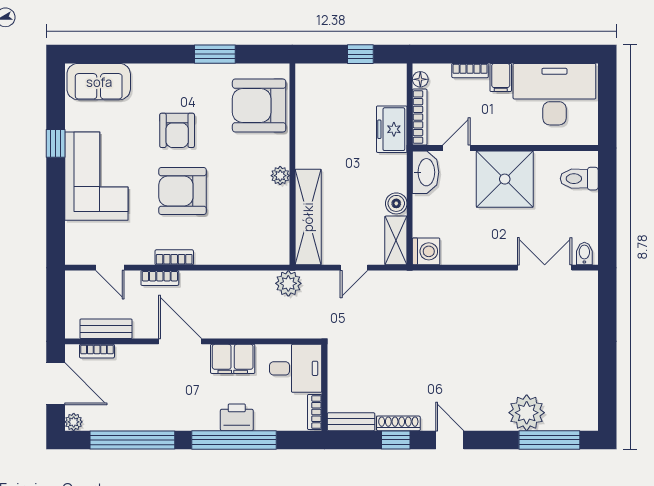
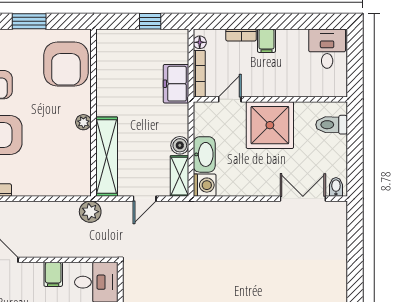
desk: (554, 94) -> (327, 49), width x0.53, depth x0.77
armchair: (259, 105) -> (66, 64), turned -90
washbasin: (426, 172) -> (204, 154), moved
filing cabinet: (233, 359) -> (53, 274), width x0.50

